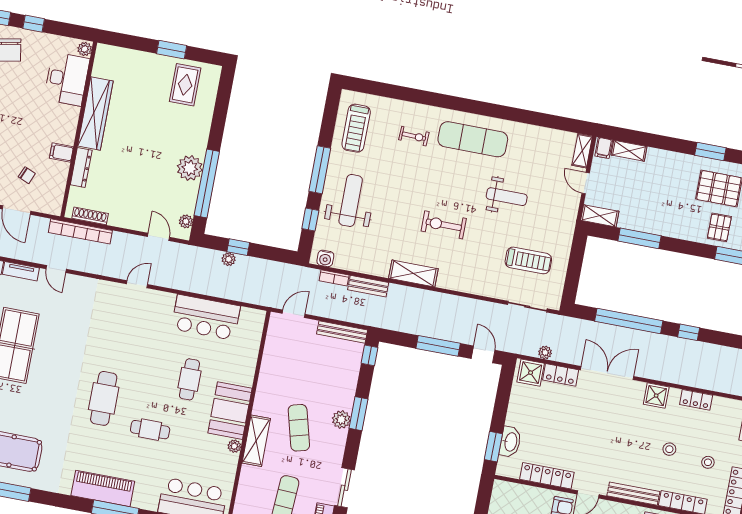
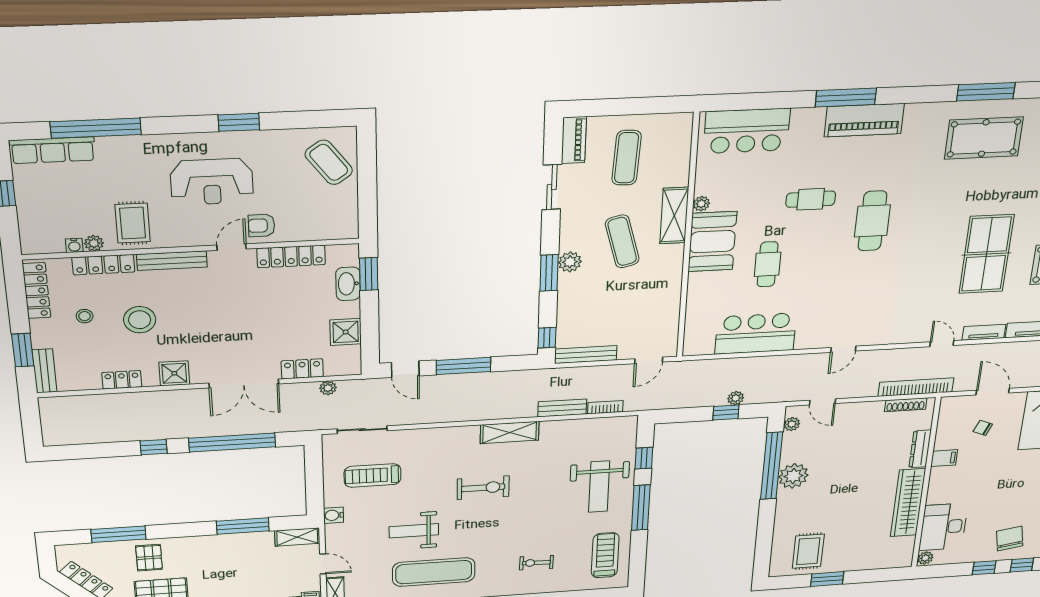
exercise mat: (473, 139) -> (434, 572), moved
water cooler: (325, 258) -> (334, 515), moved, turned -90
shower: (531, 373) -> (346, 332), moved
stool: (669, 449) -> (140, 320), width x1.89, depth x1.89

